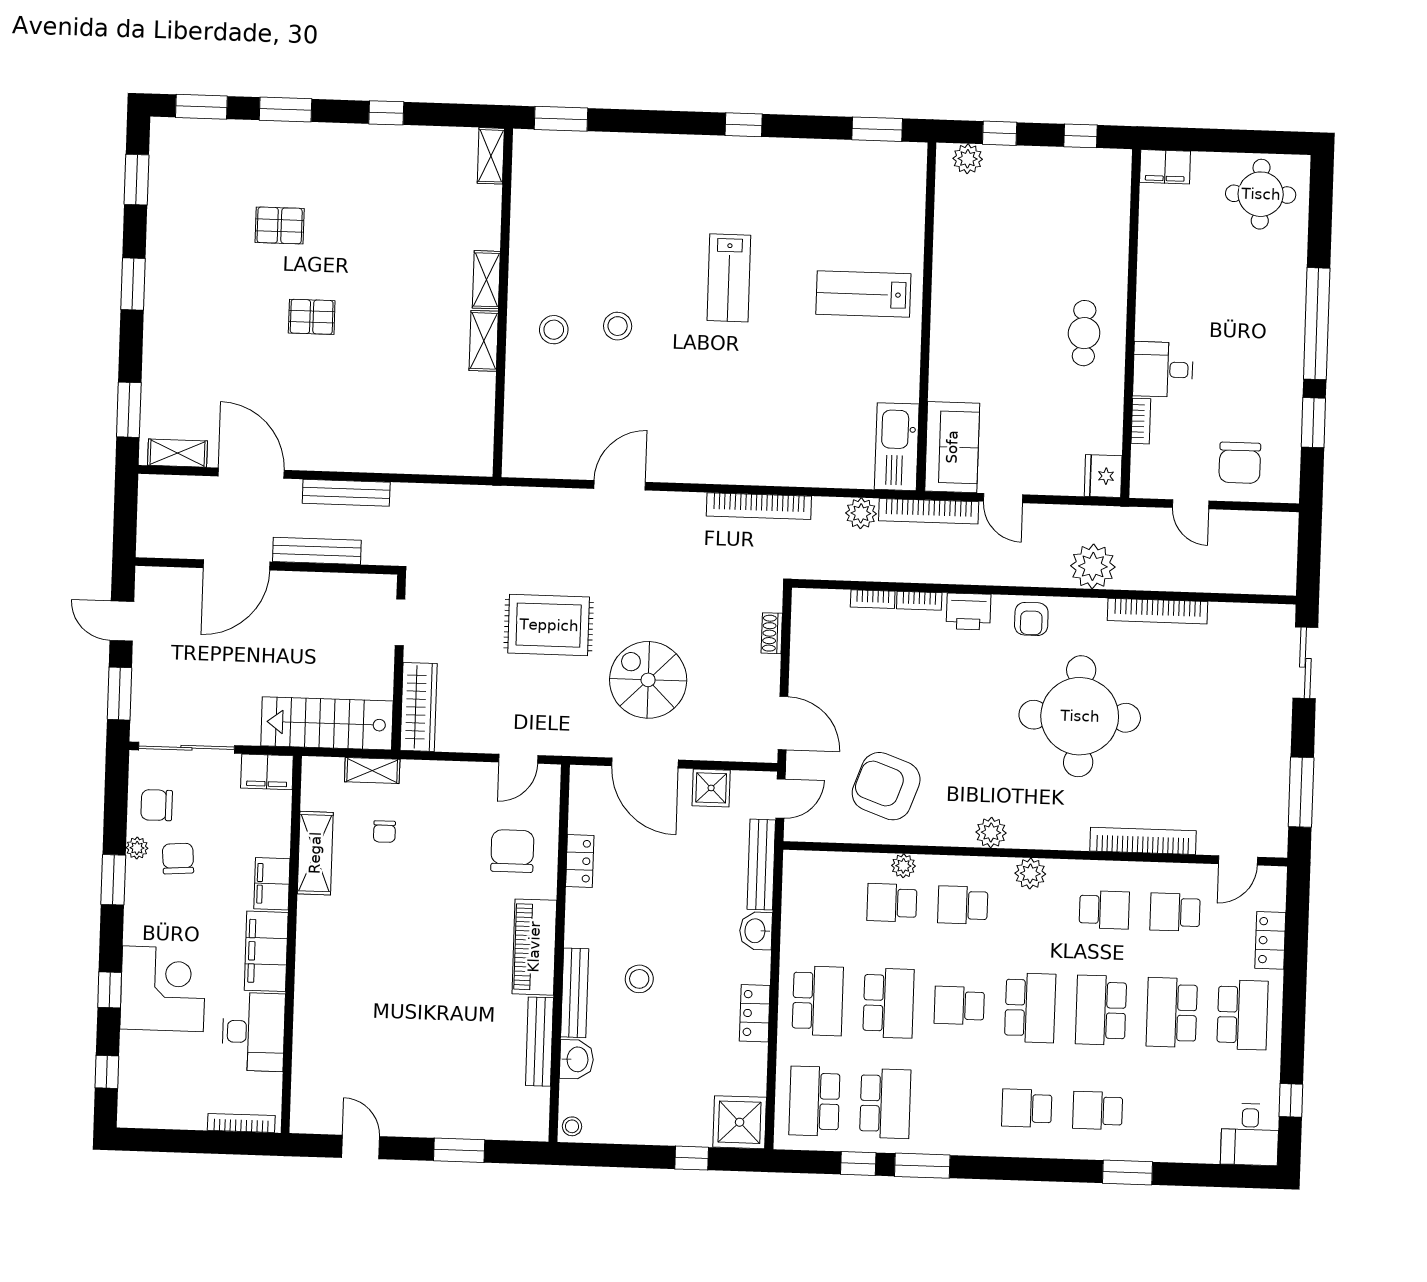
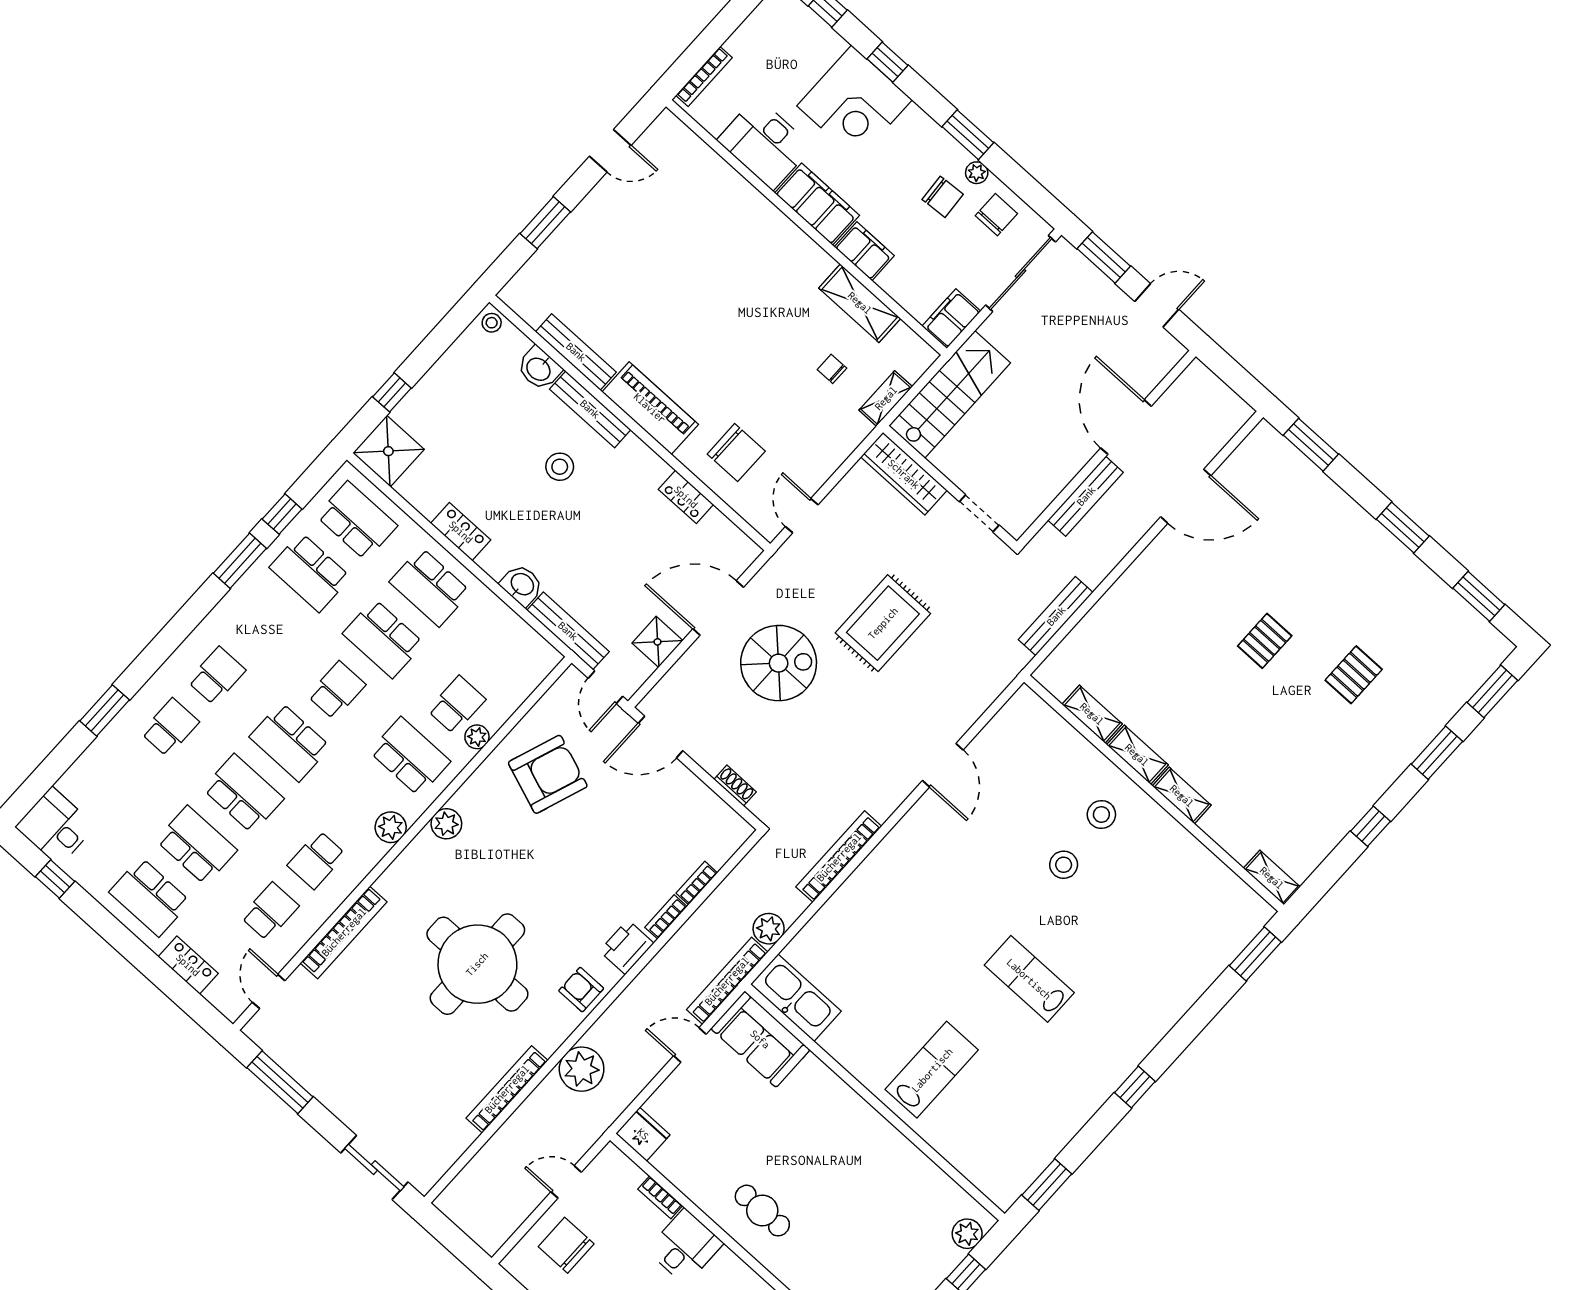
shelving: (178, 453) -> (1092, 714), moved, turned 90
bench: (346, 493) -> (1056, 616), moved
school desk: (963, 905) -> (410, 756), width x1.85

